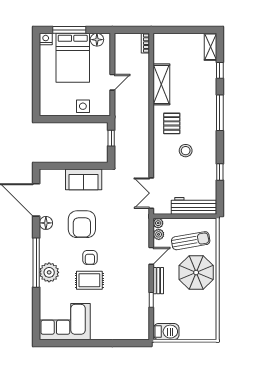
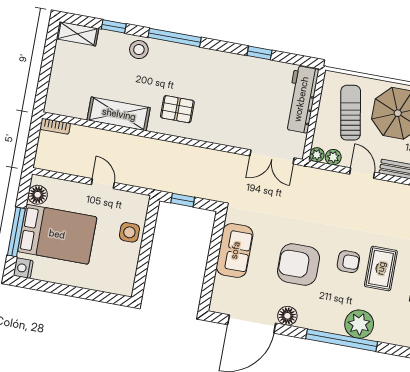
stool: (186, 151) -> (139, 50), moved
armchair: (82, 224) -> (298, 265), turned 180

